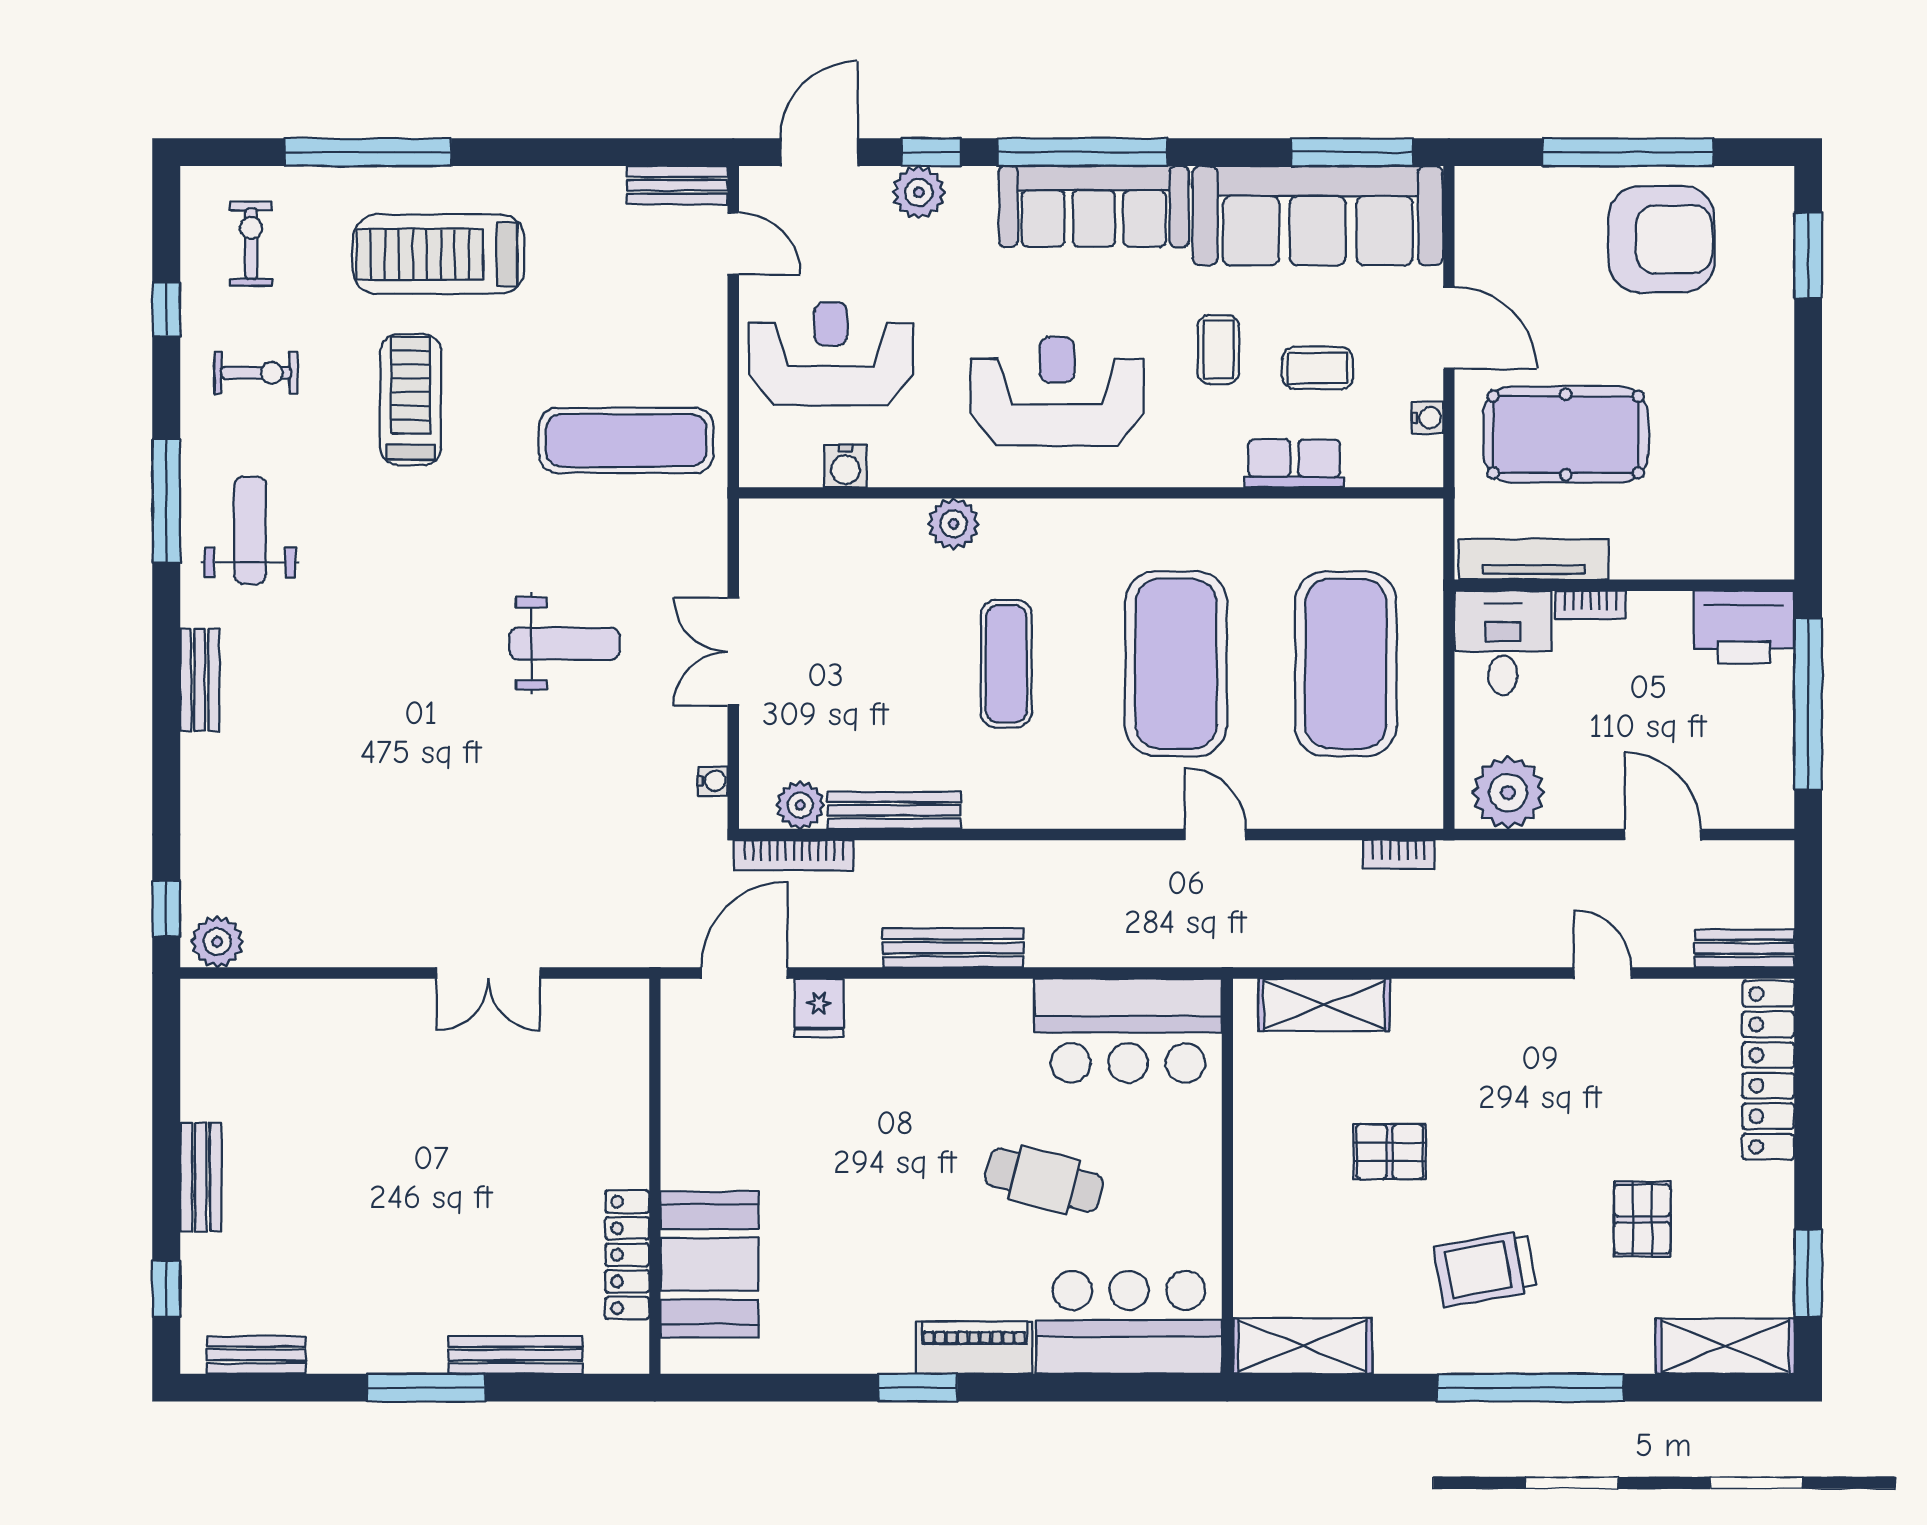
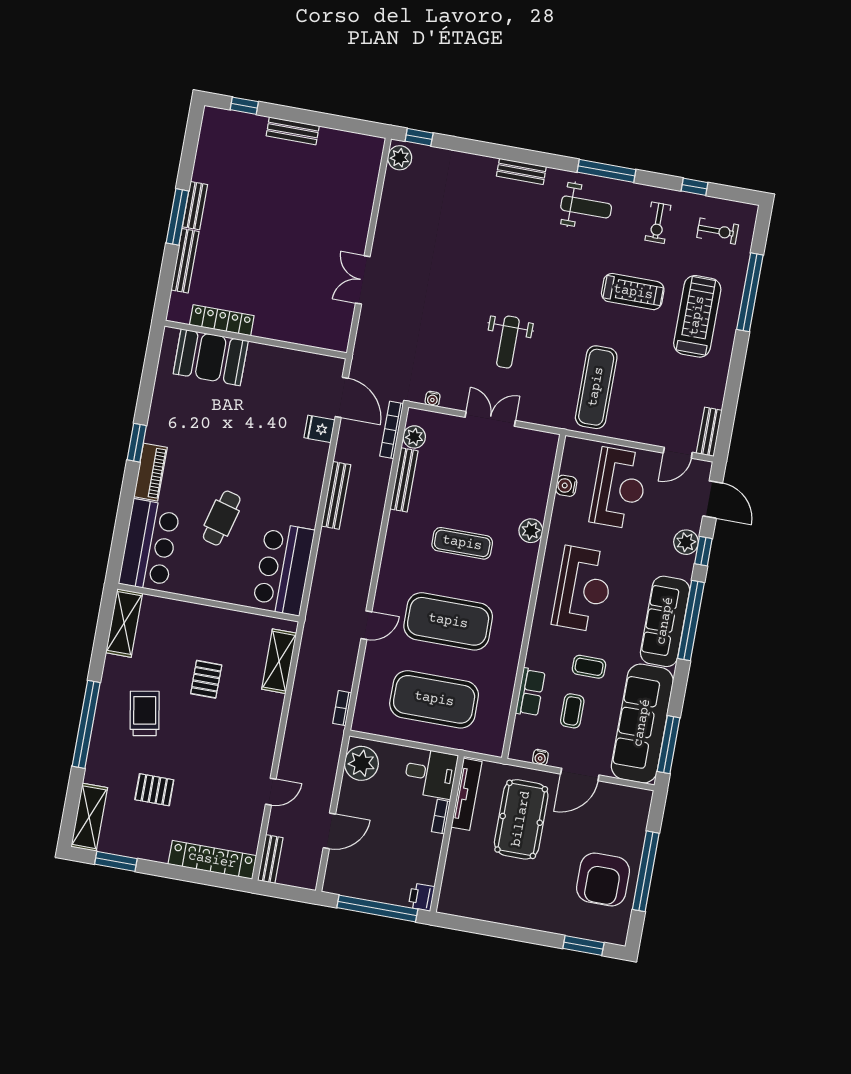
printer: (1744, 627) -> (421, 897), width x0.53, depth x0.68
bench: (256, 1355) -> (195, 206), moved

